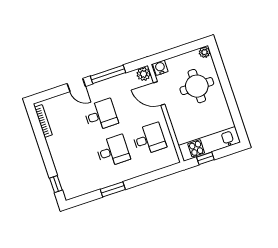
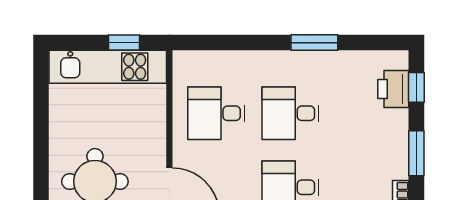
window: (45, 152) -> (416, 153), added
printer: (67, 180) -> (393, 89), added

